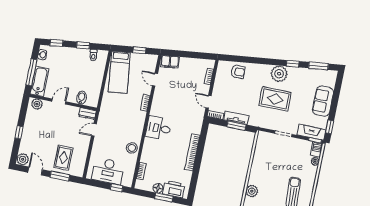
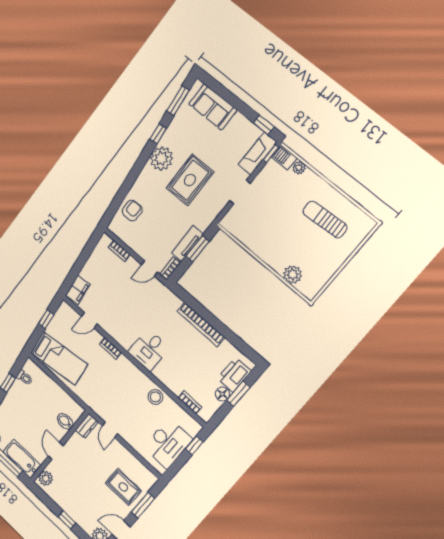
sofa: (323, 101) -> (213, 107), moved

